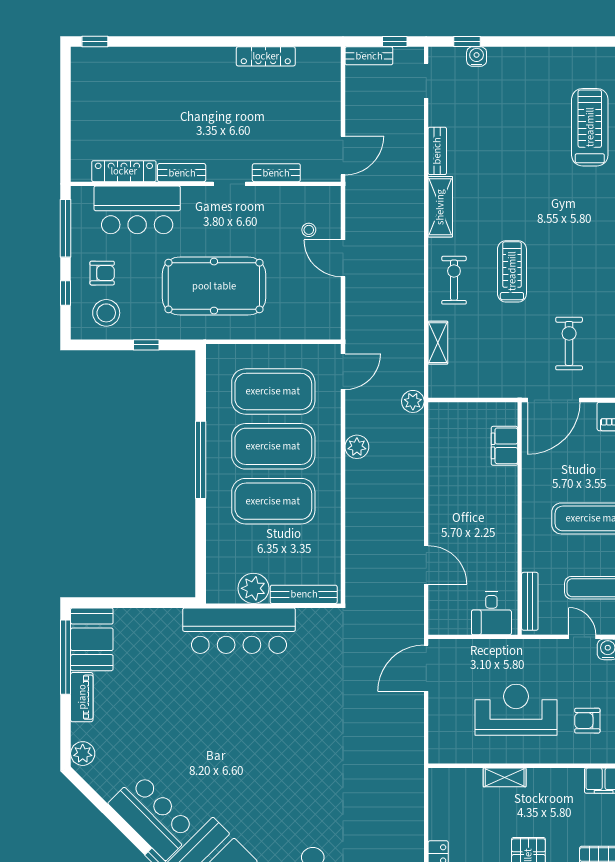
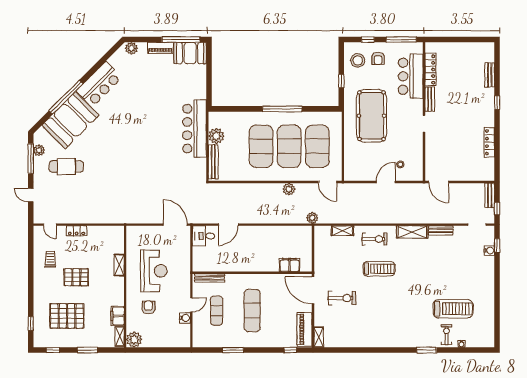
window: (95, 41) -> (497, 103), moved
bench: (276, 173) -> (490, 75), moved
desk: (491, 613) -> (203, 236), moved

